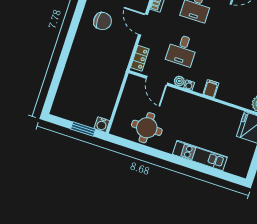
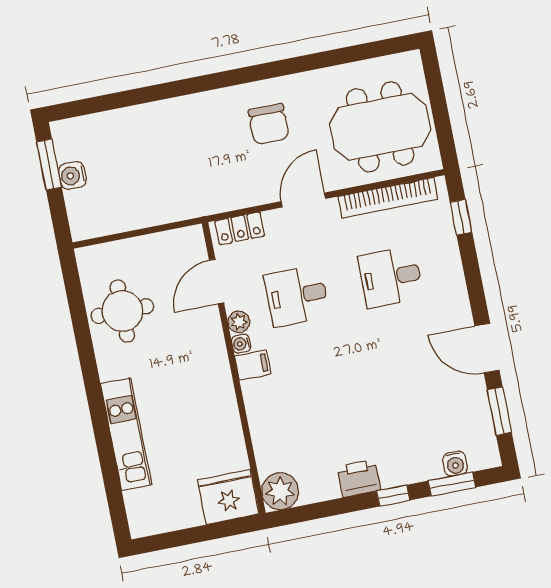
filing cabinet: (211, 89) -> (253, 365), moved
water cooler: (102, 125) -> (72, 176), moved
window: (83, 129) -> (49, 164), moved

